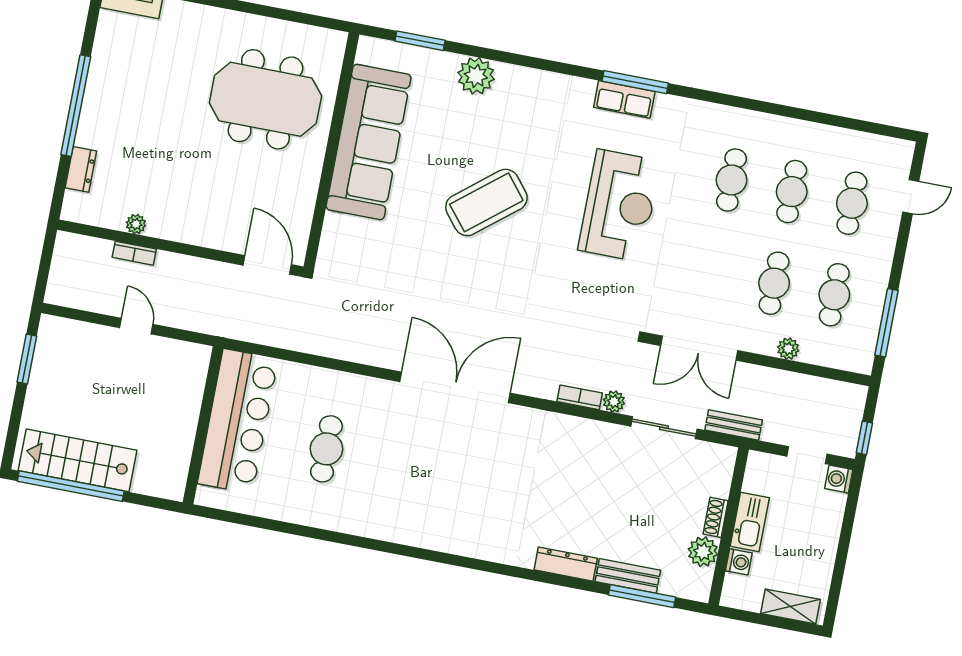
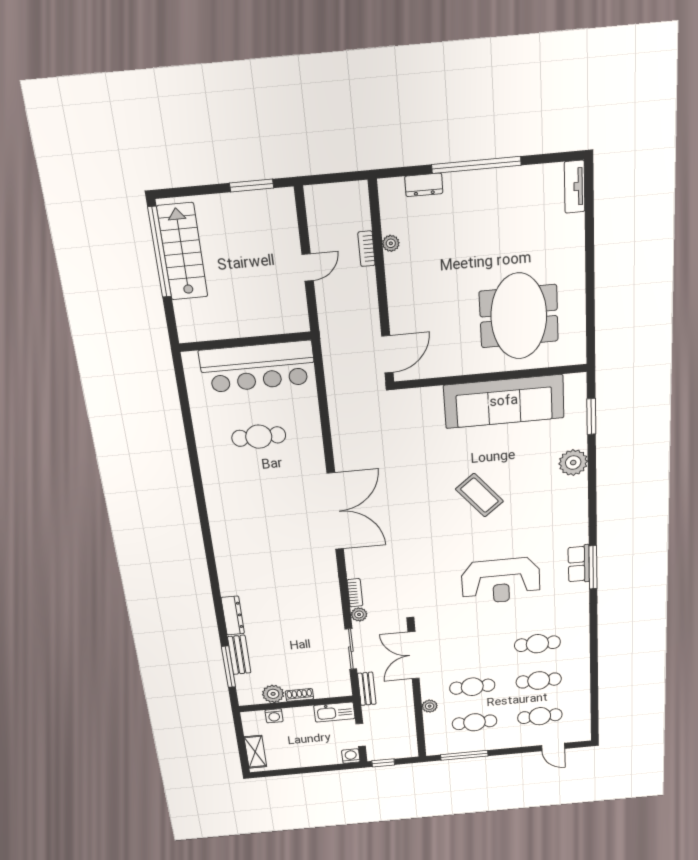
coffee table: (486, 202) -> (479, 495), width x0.73, depth x0.76
kitchen sink: (750, 522) -> (334, 712), moved

